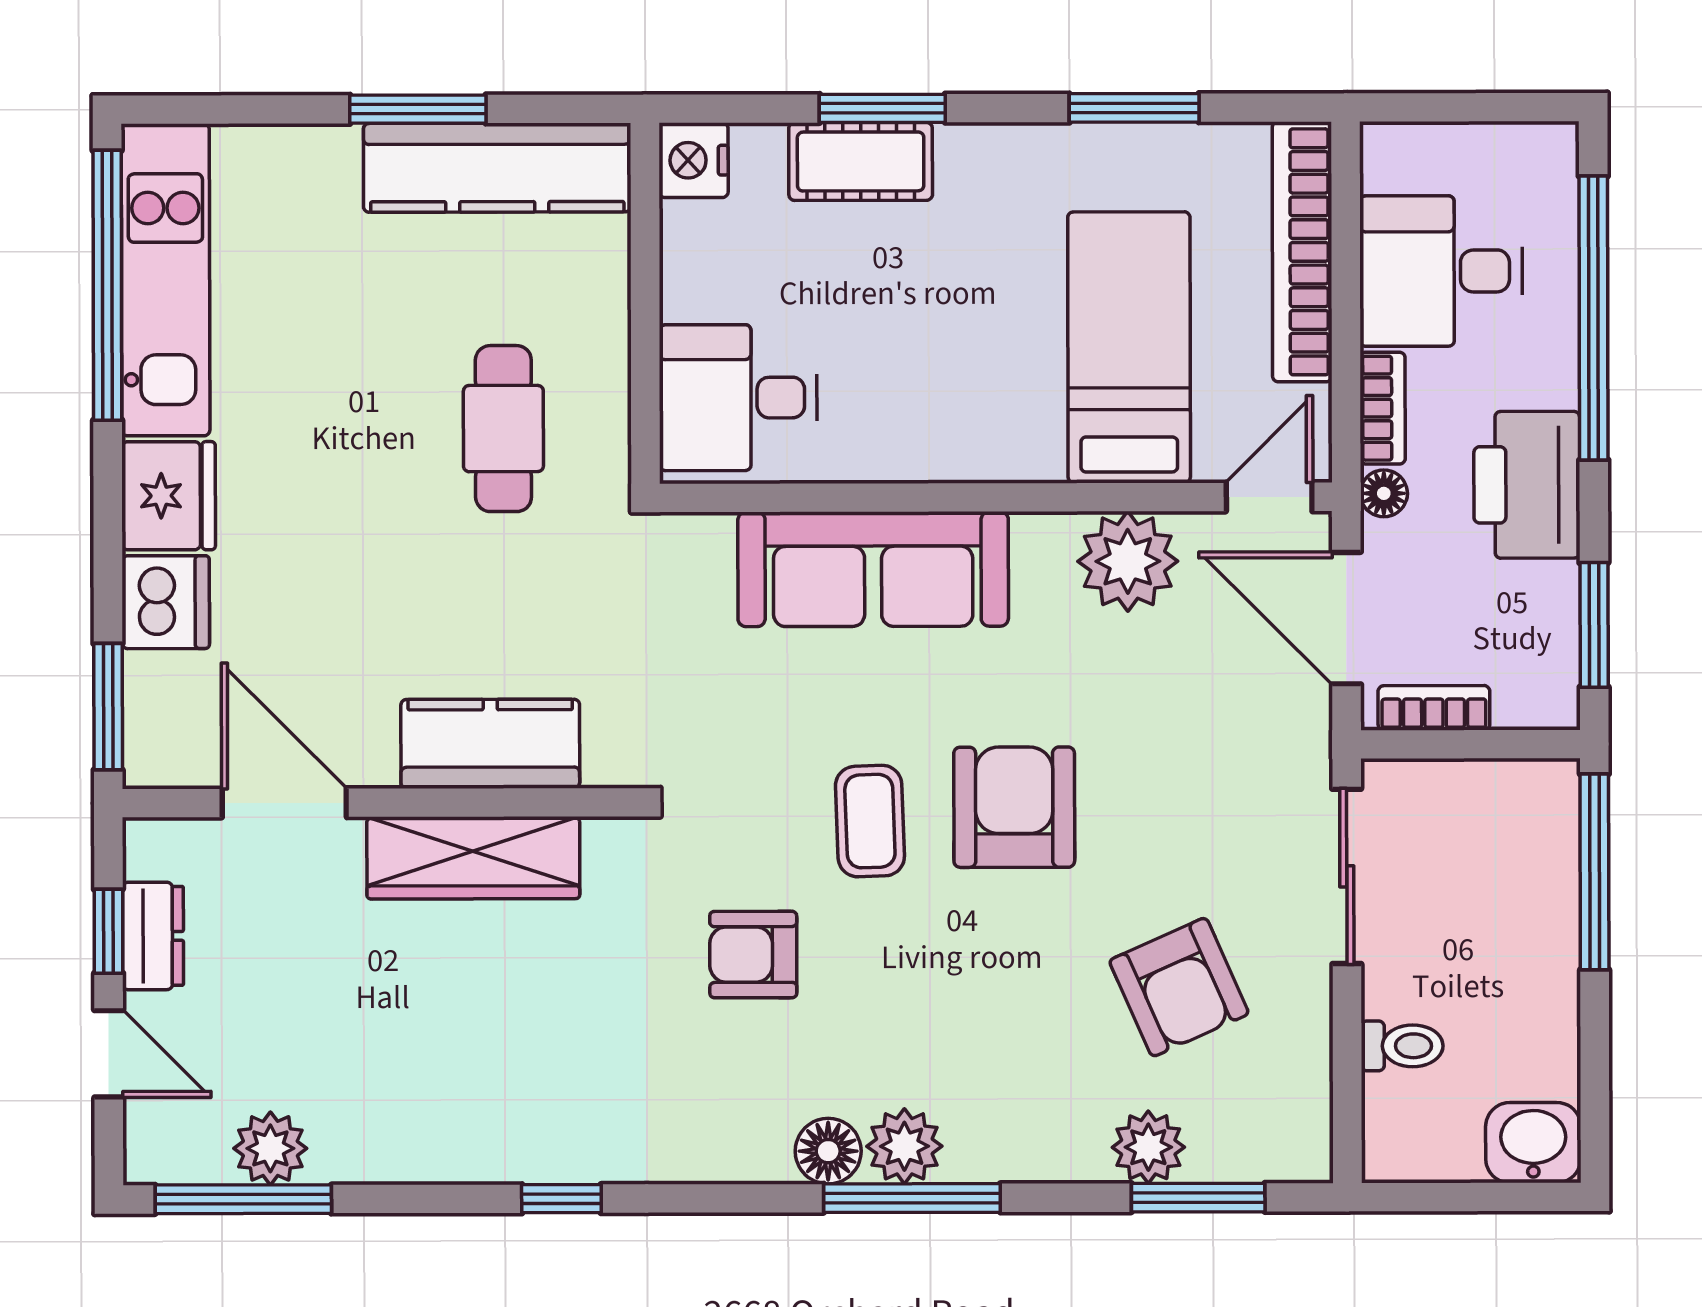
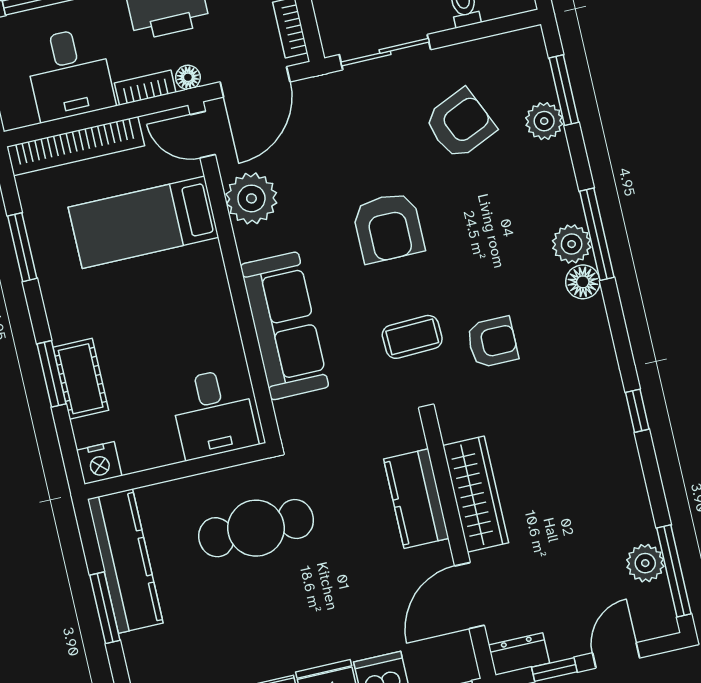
cafe table: (503, 429) -> (256, 528), width x1.37, depth x1.35
armchair: (1014, 807) -> (388, 228), turned -90
coffee table: (870, 821) -> (412, 337), moved
dresser: (153, 936) -> (519, 654), moved
armchair: (753, 955) -> (492, 342), turned -90

